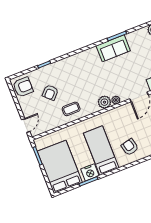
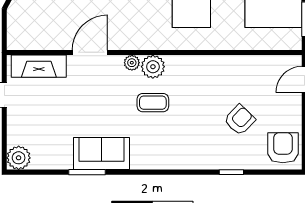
armchair: (23, 87) -> (283, 148), turned 90
coffee table: (71, 109) -> (153, 103), moved

